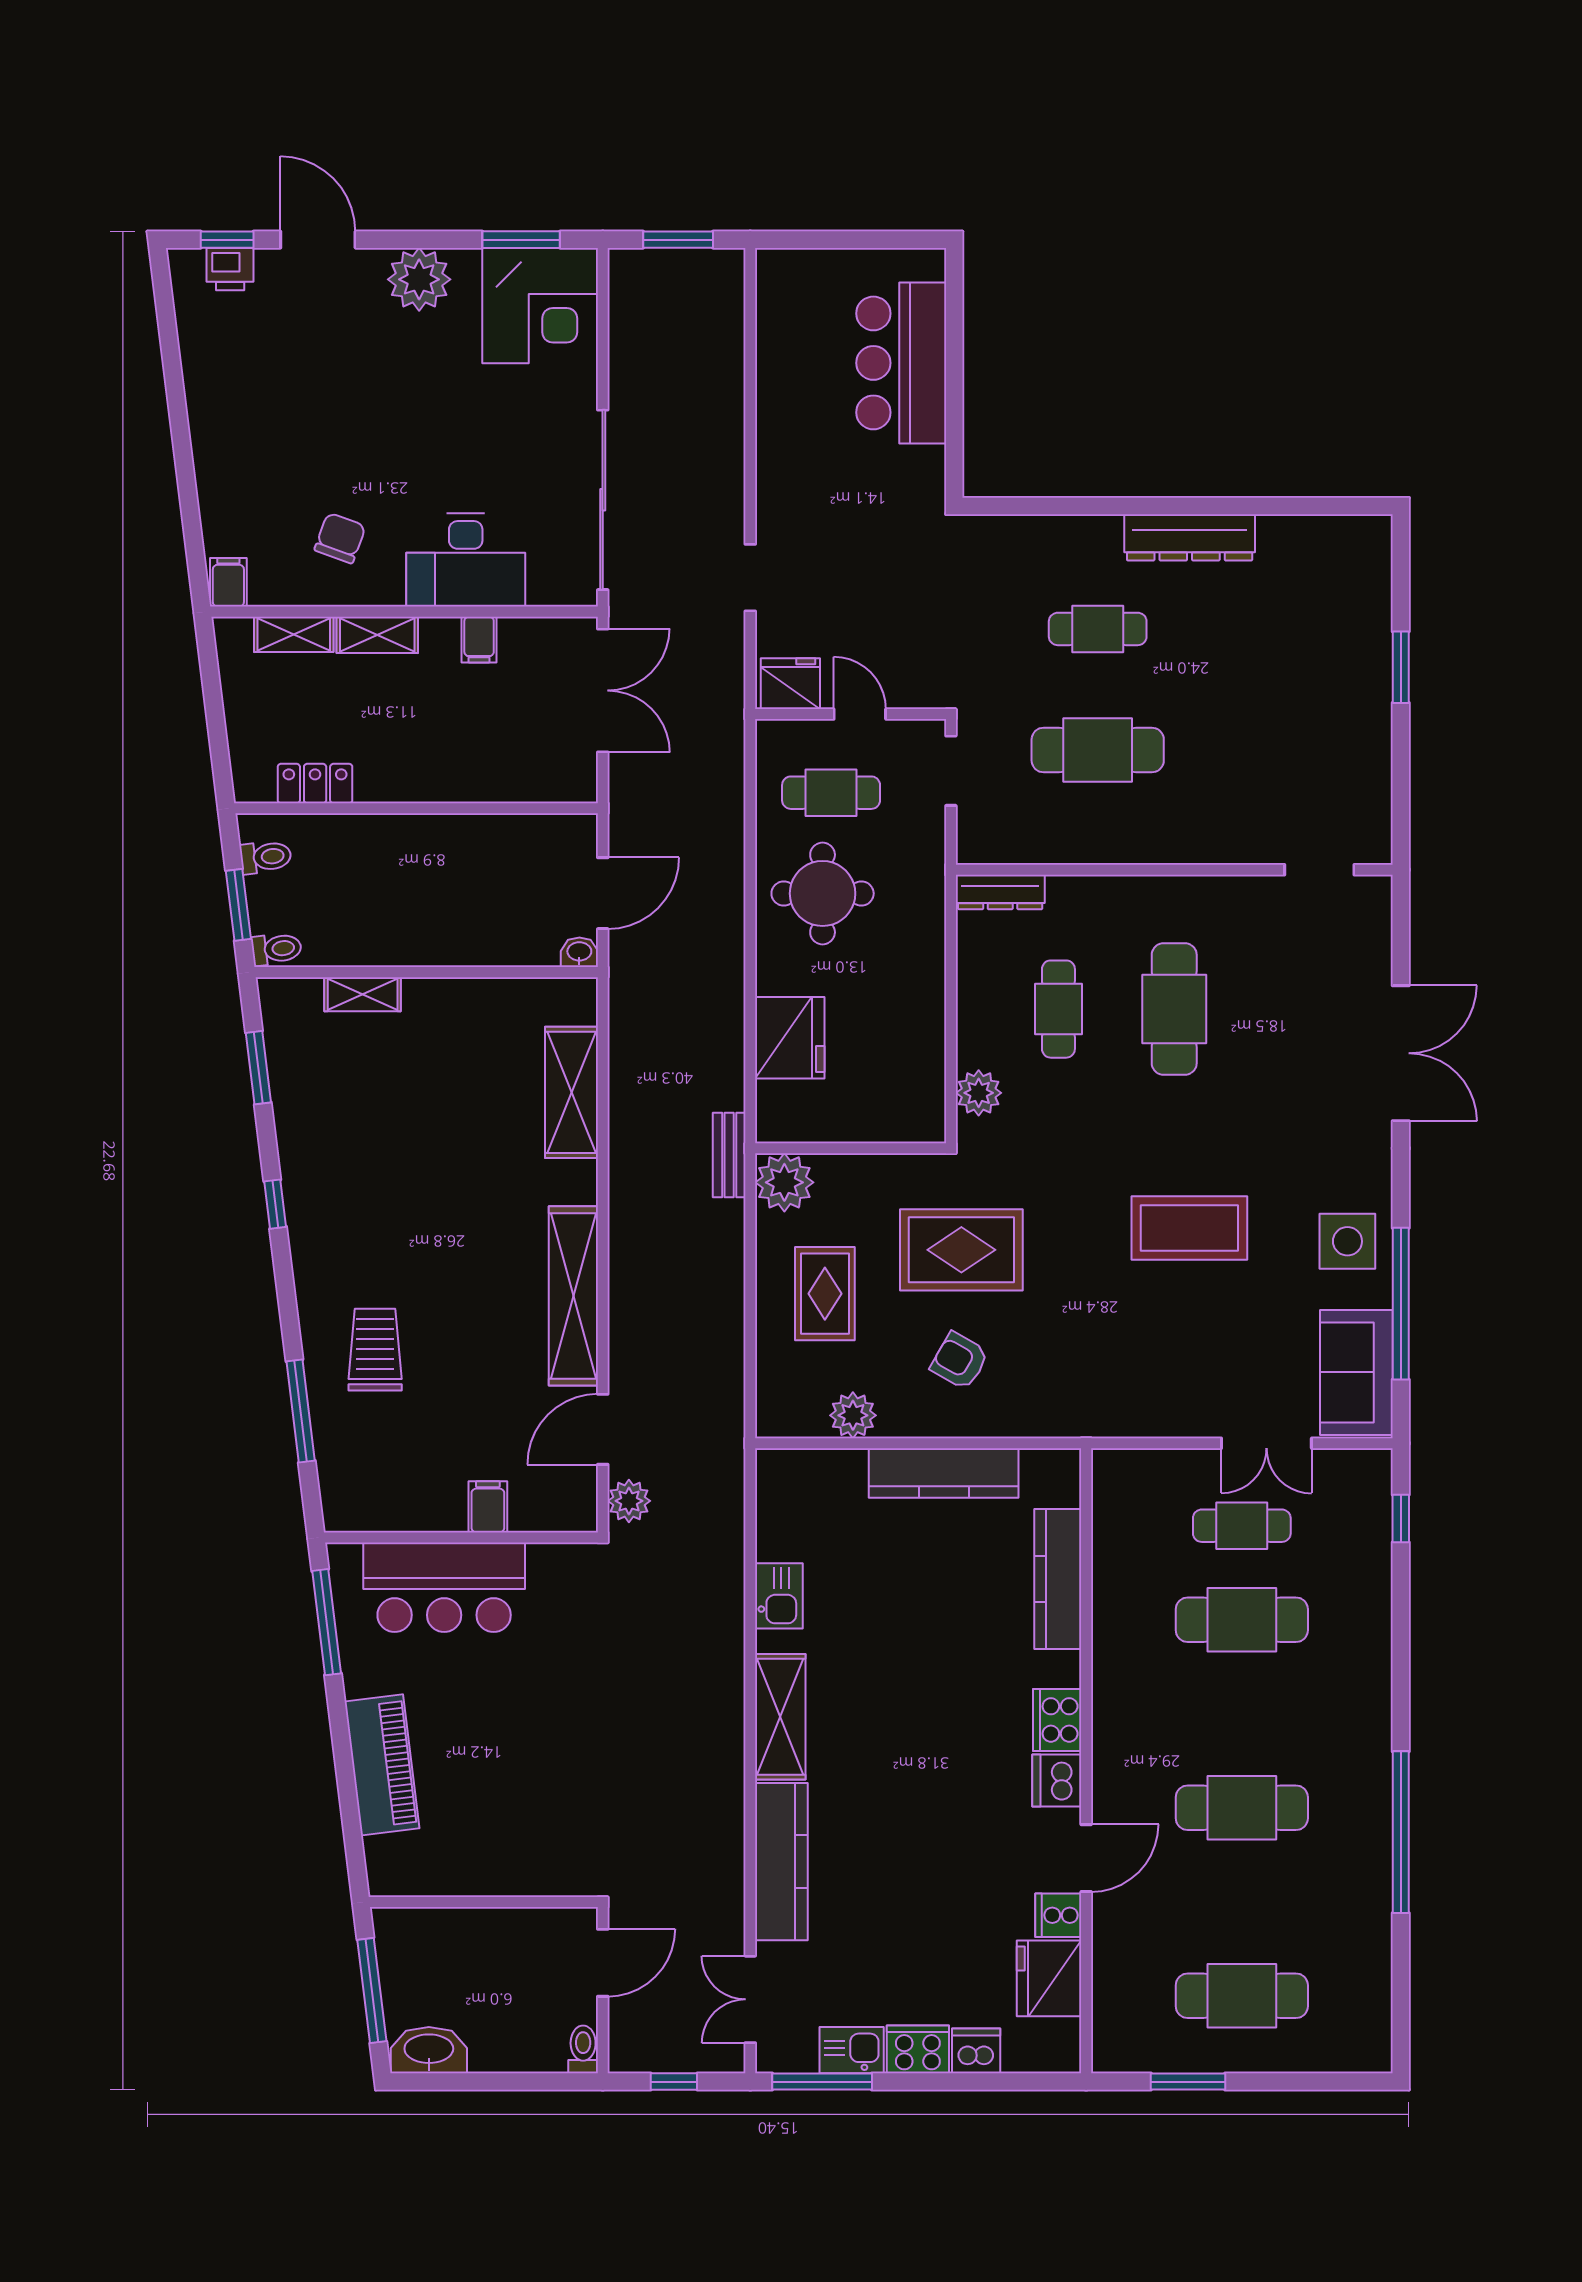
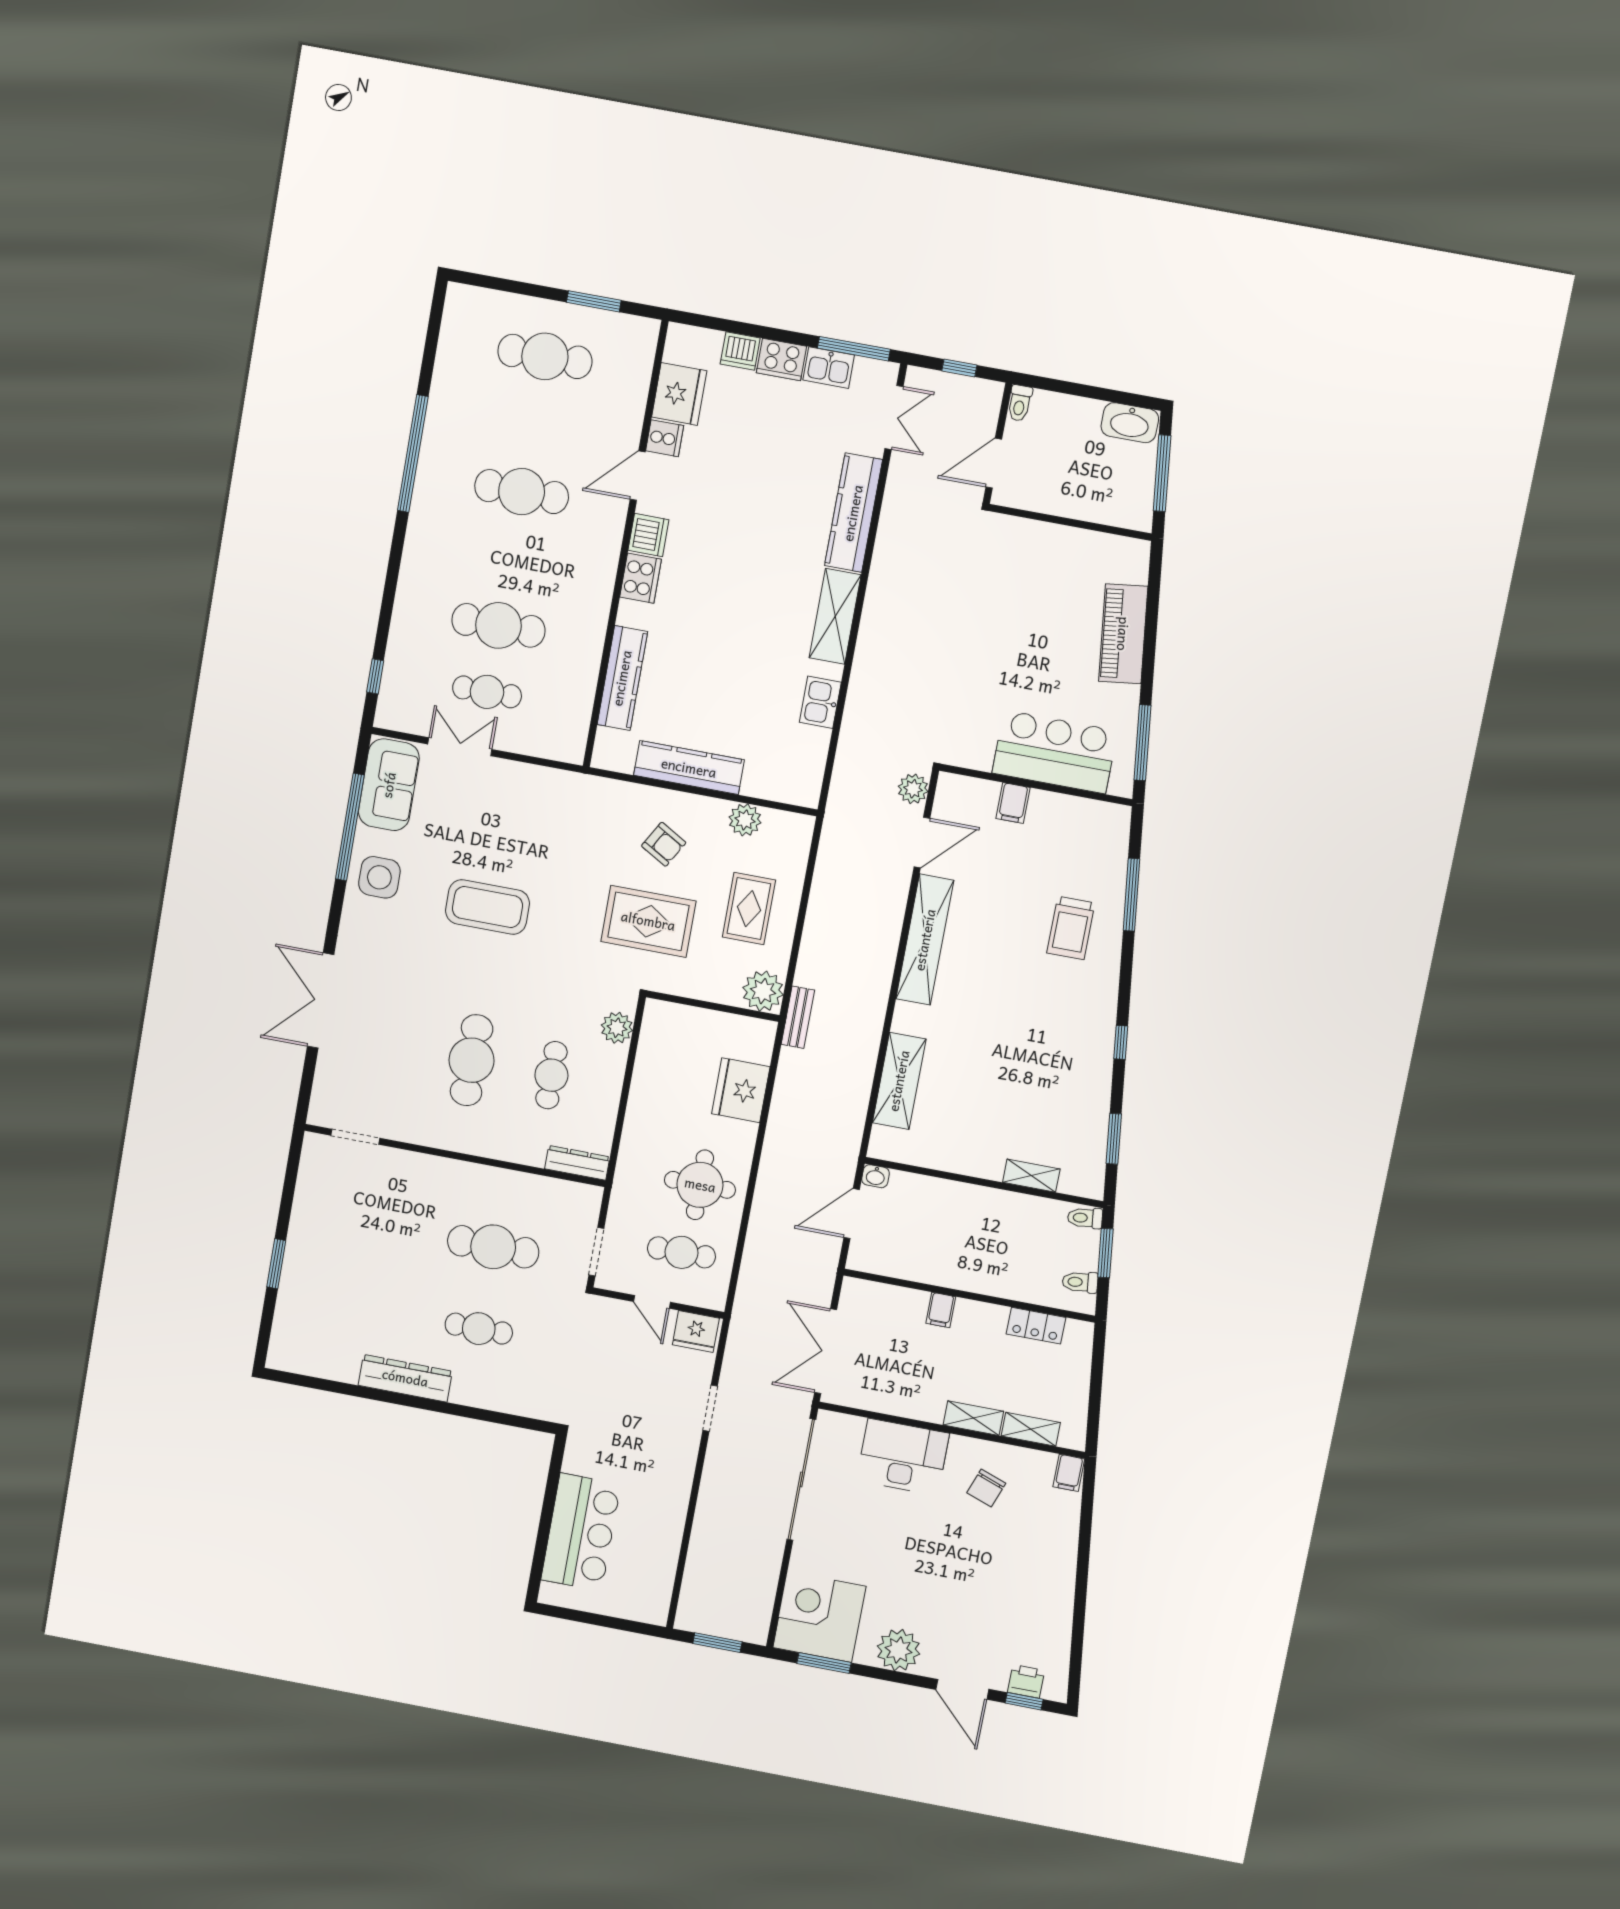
filing cabinet: (479, 640) -> (941, 1310), moved, turned 180

